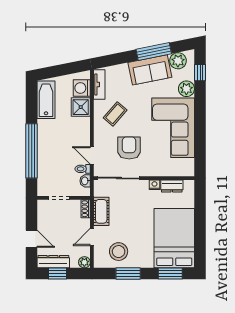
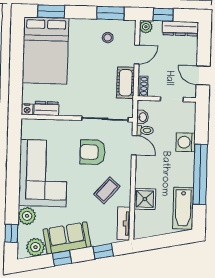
window: (154, 52) -> (62, 258), width x0.46
window: (117, 59) -> (103, 251), added
washing machine: (82, 88) -> (186, 142), moved, turned 180
armchair: (129, 148) -> (93, 152), turned 90
window: (32, 151) -> (200, 174), moved
nightstand: (154, 185) -> (27, 109), moved
door: (32, 239) -> (203, 76), moved
stool: (119, 252) -> (108, 38), width x0.53, depth x0.53
window: (57, 274) -> (163, 15), moved
window: (128, 274) -> (110, 13), moved

